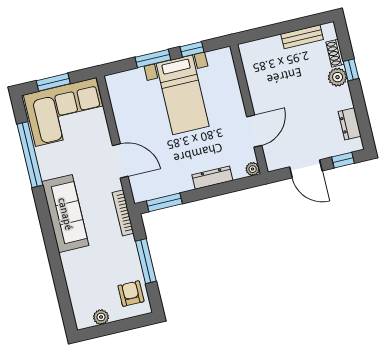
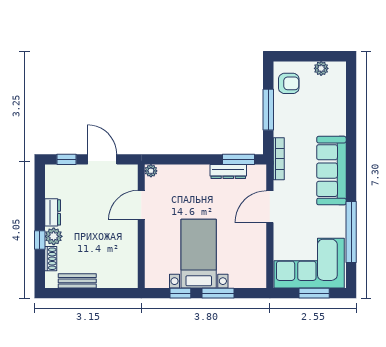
dresser: (350, 124) -> (53, 212), moved
door: (120, 161) -> (270, 207), hinge flipped
dresser: (212, 178) -> (228, 172), moved
armchair: (131, 294) -> (289, 83), turned -90

